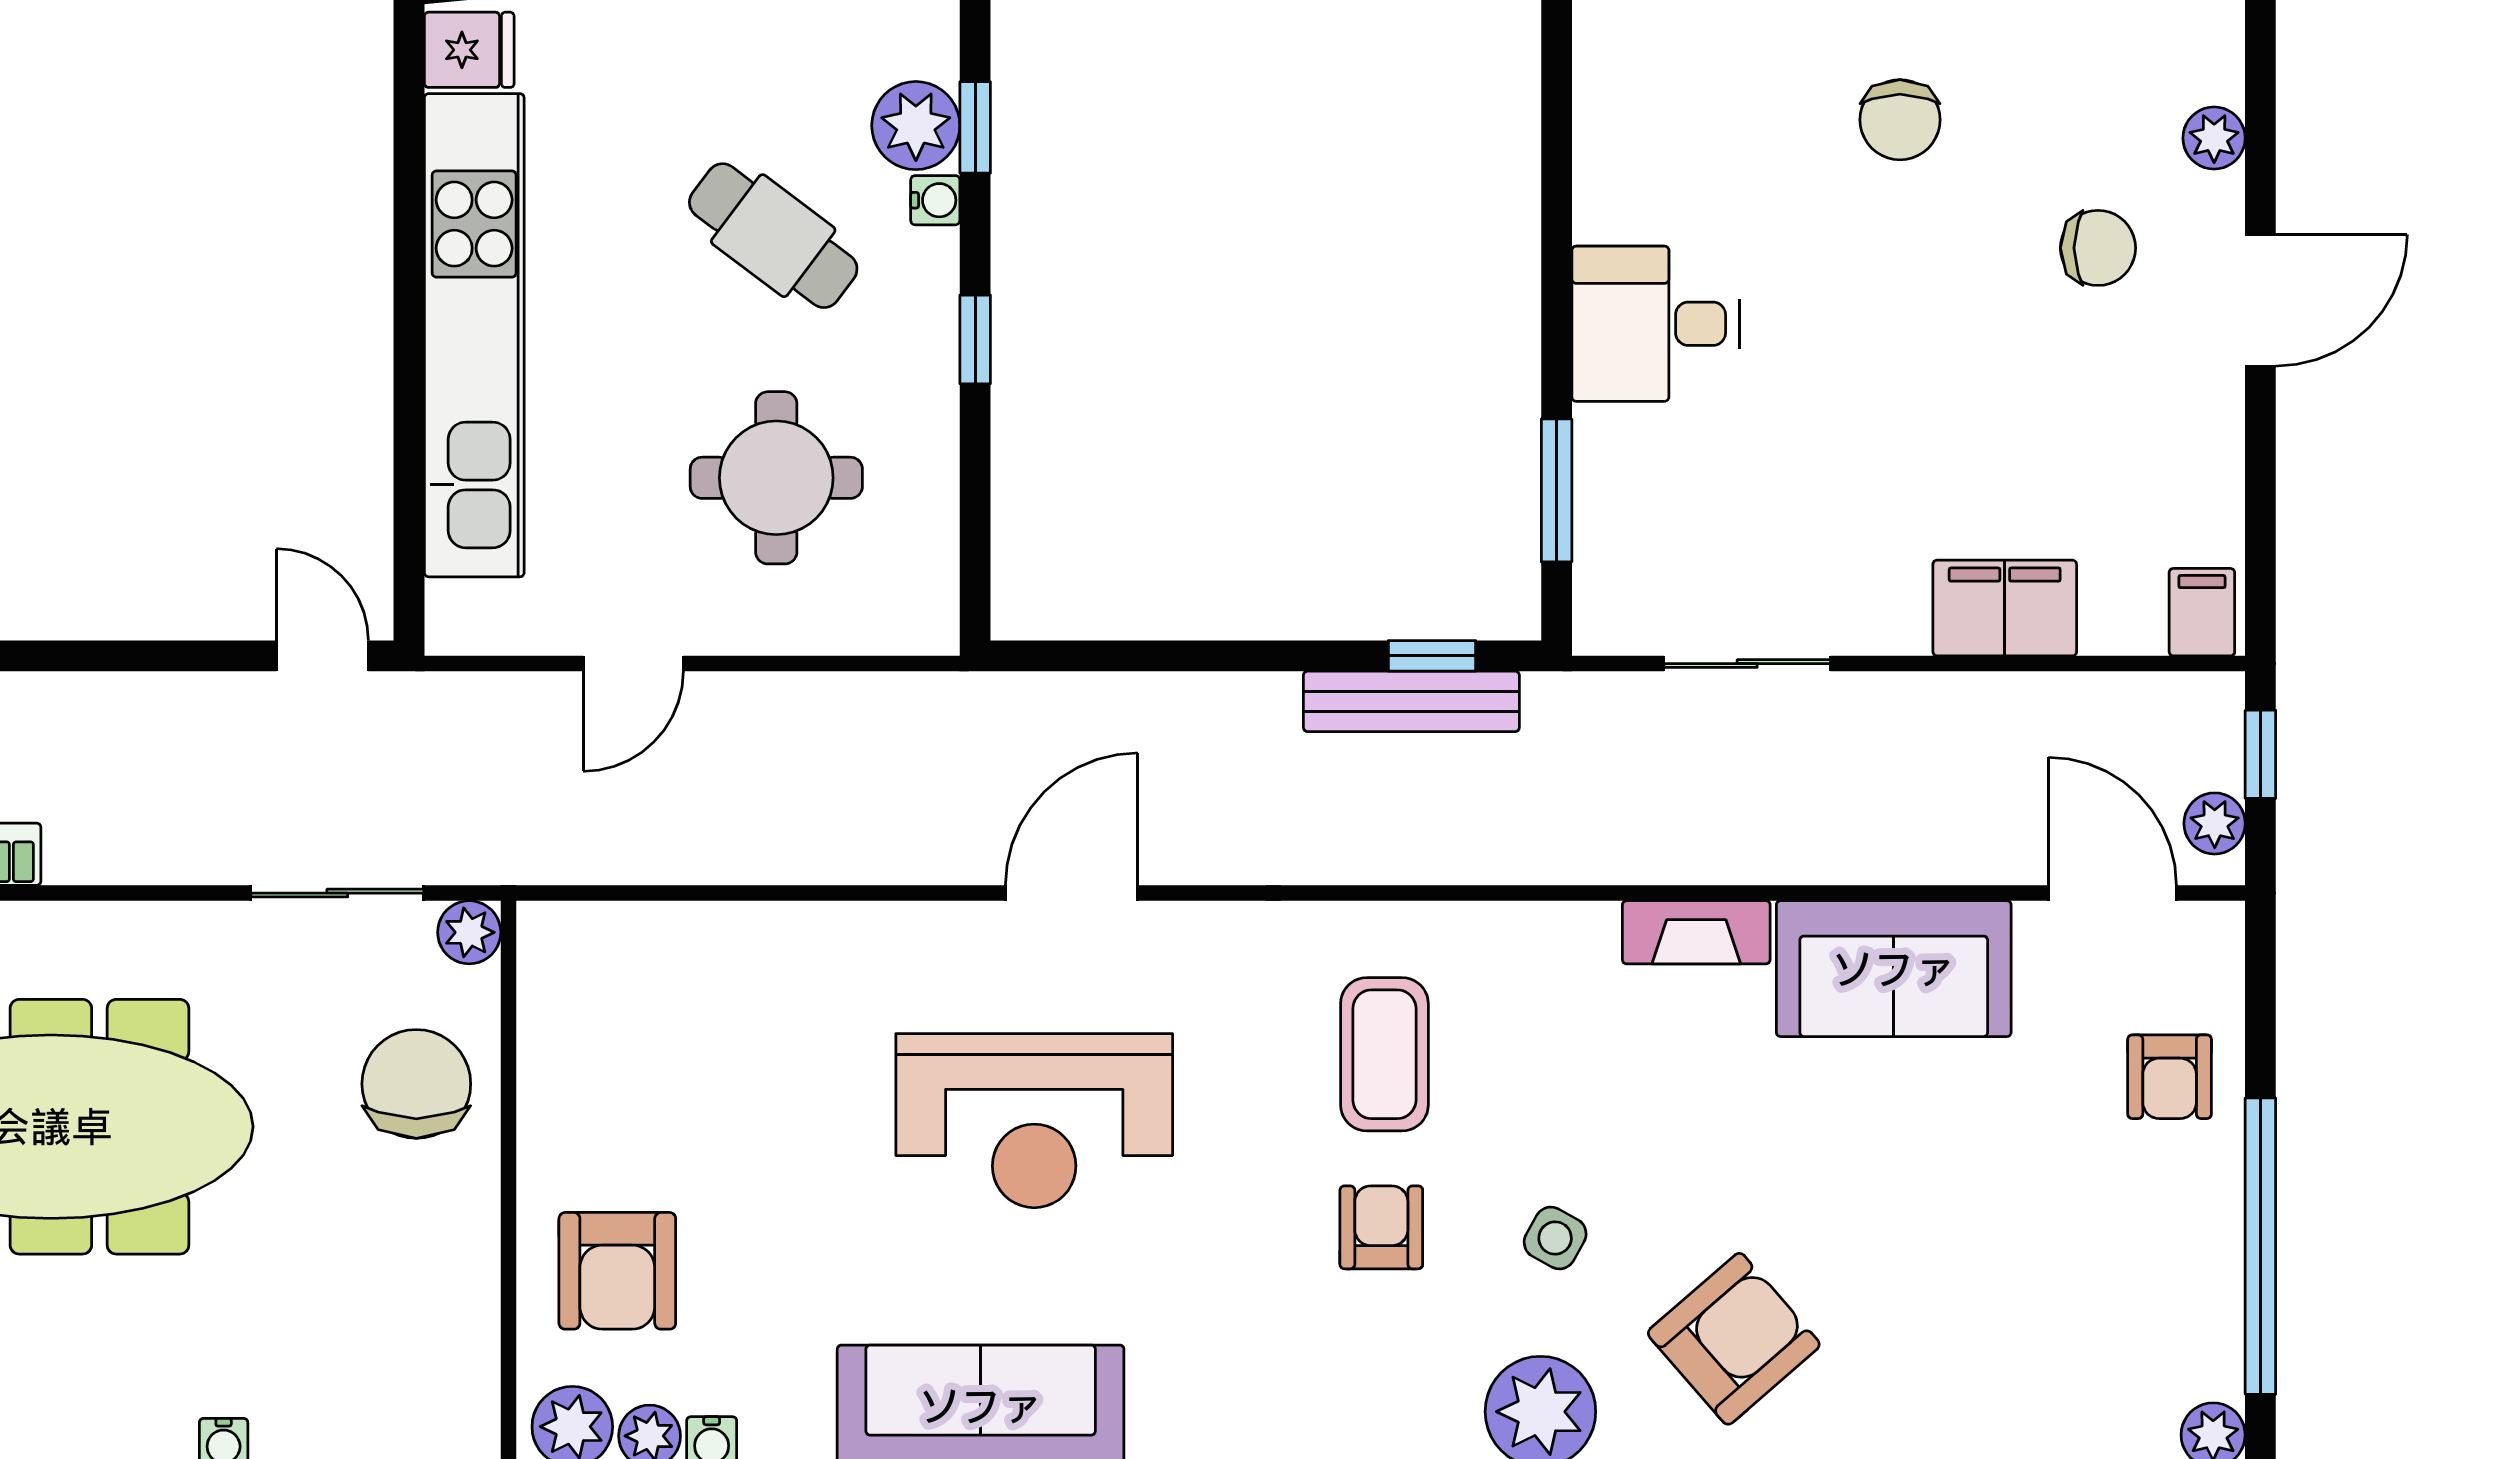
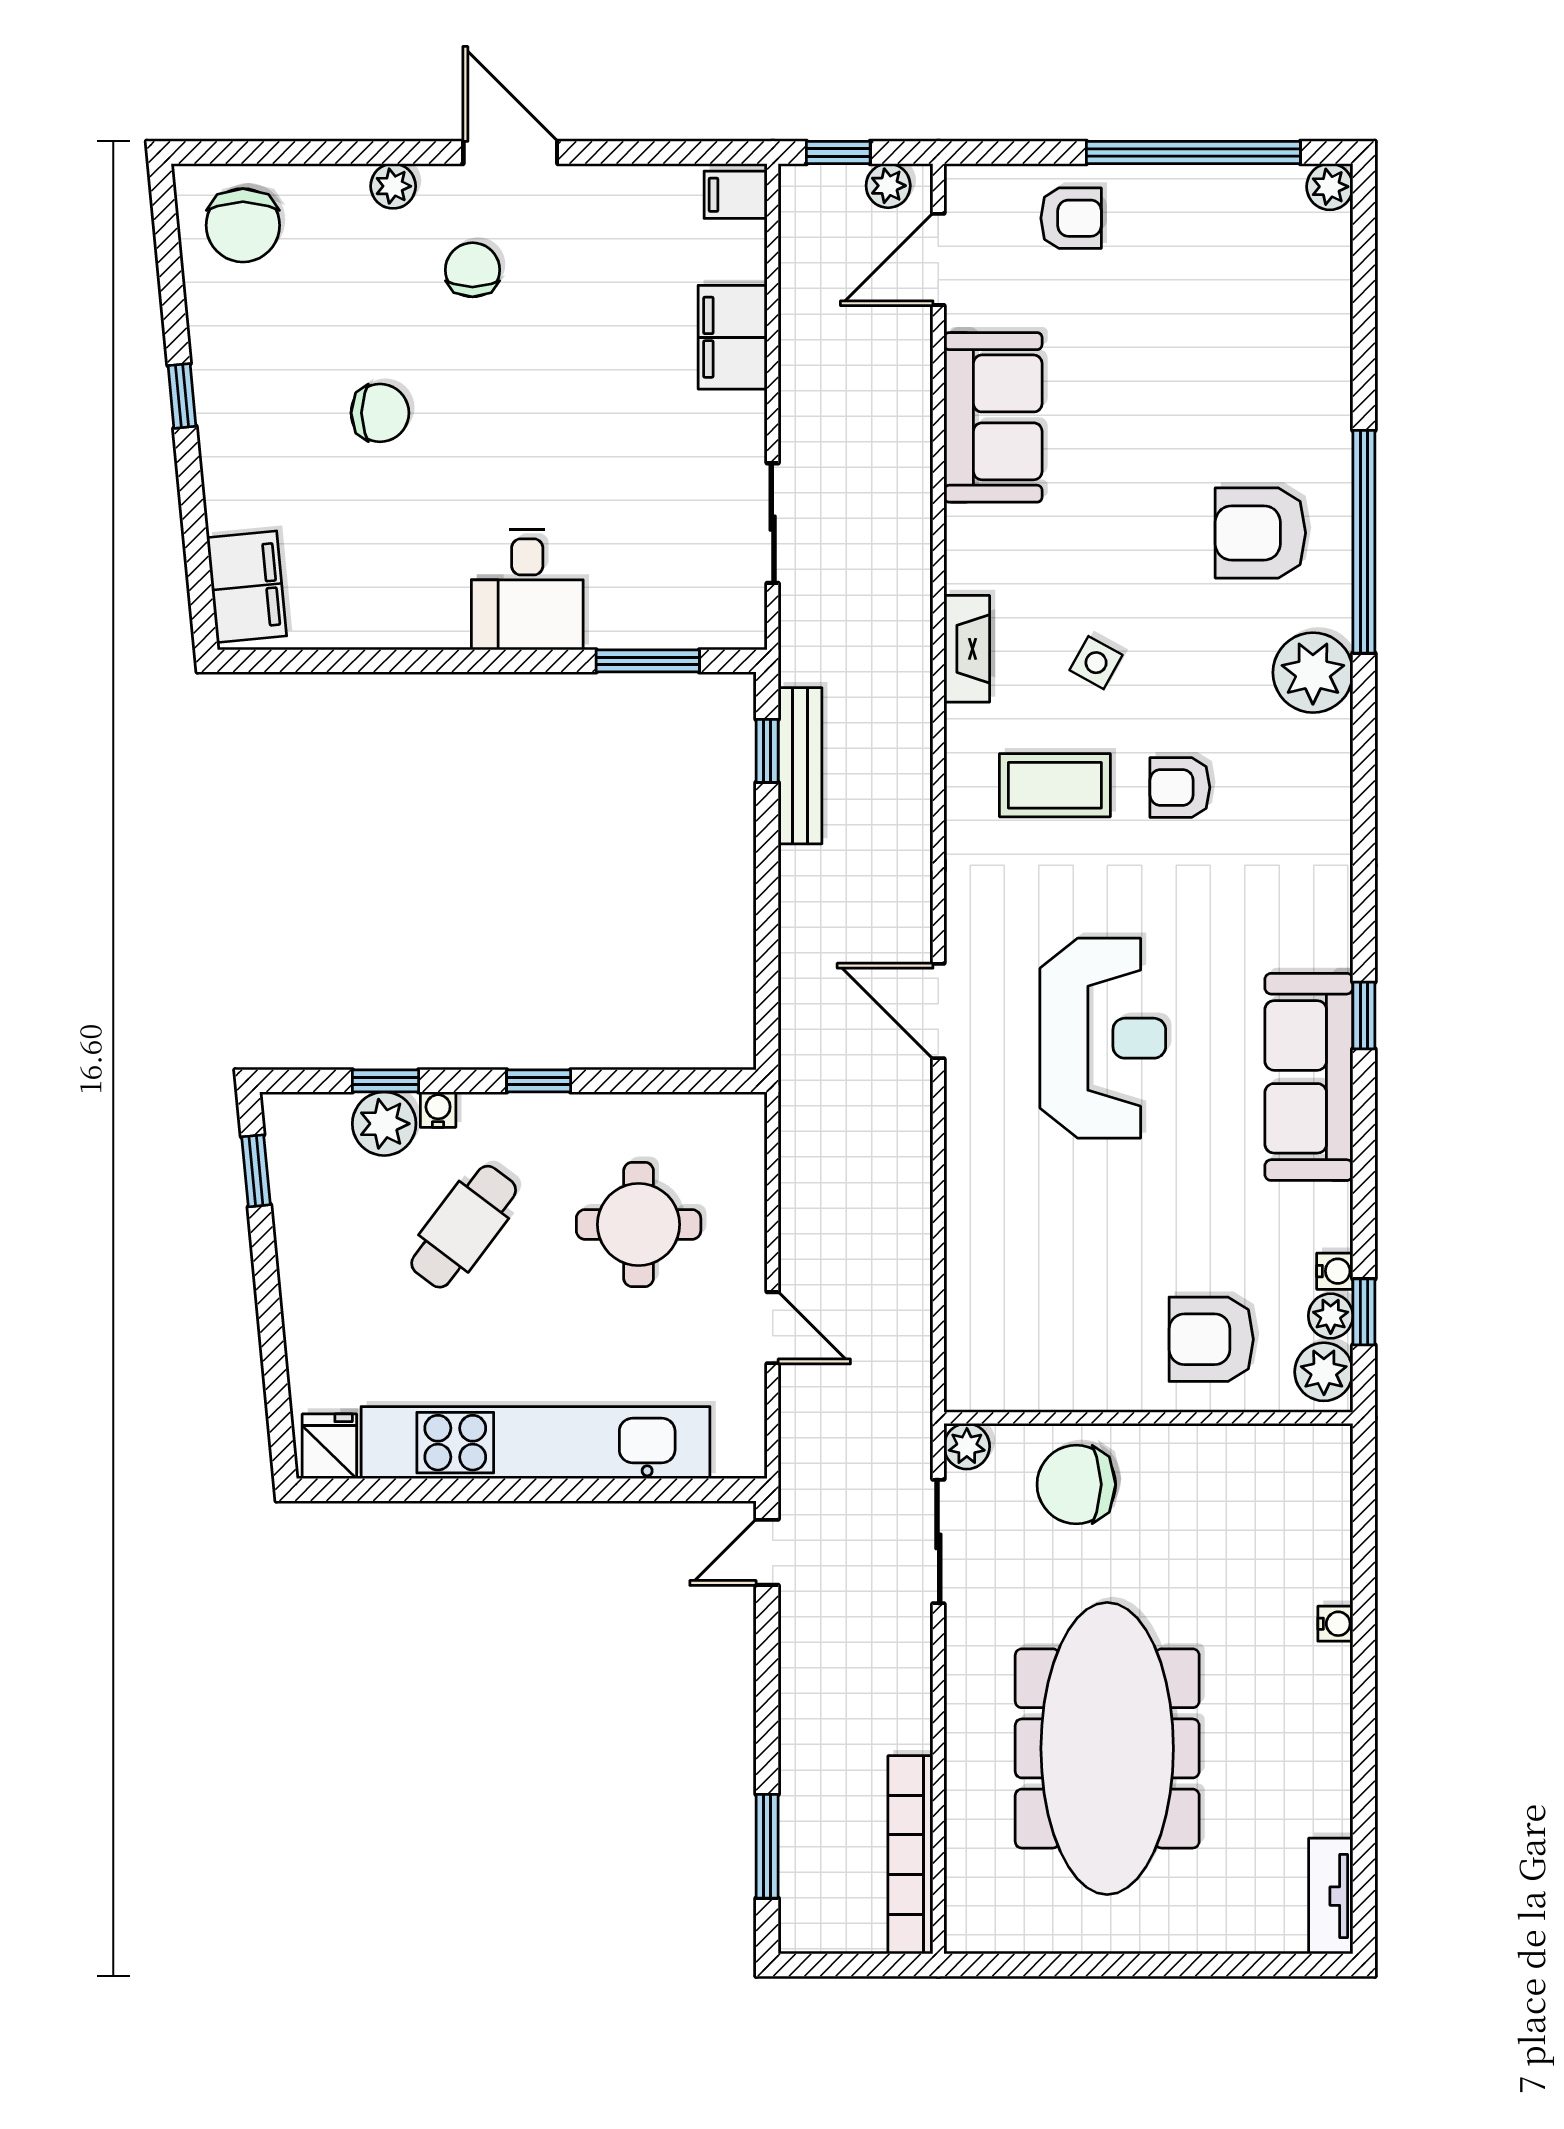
fireplace: (1696, 932) -> (967, 649), moved
side table: (1555, 1238) -> (1096, 663), moved
armchair: (617, 1271) -> (1211, 1339), turned 180
armchair: (1734, 1339) -> (1260, 533), turned -49

